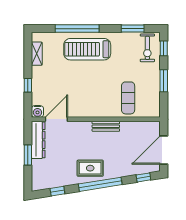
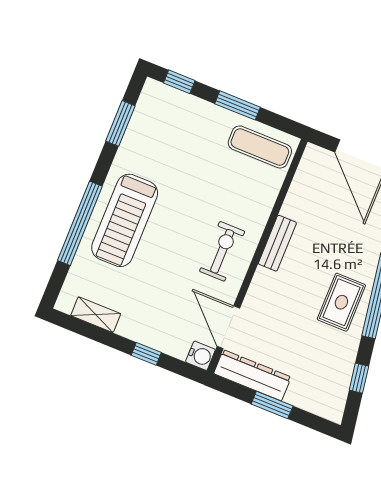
exercise bike: (147, 48) -> (222, 251), moved, turned -90
exercise mat: (128, 98) -> (260, 147), moved

